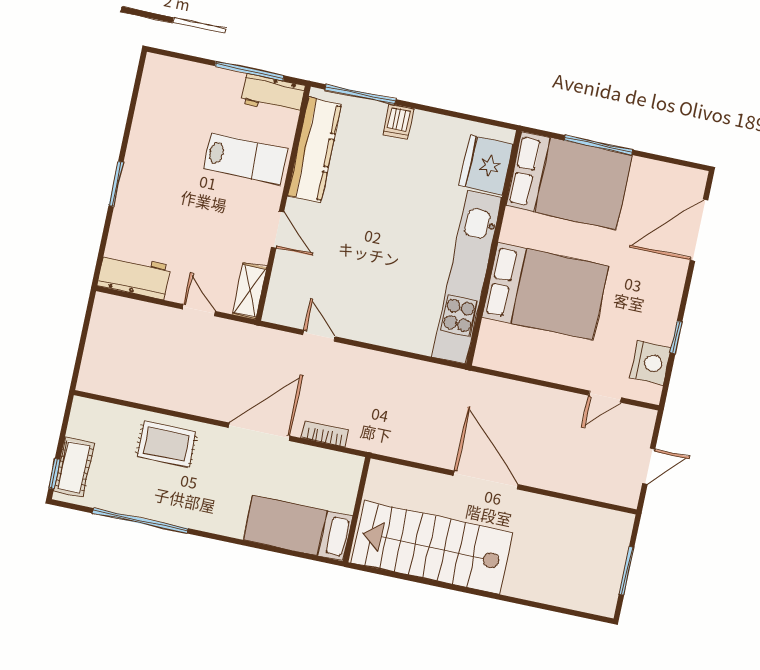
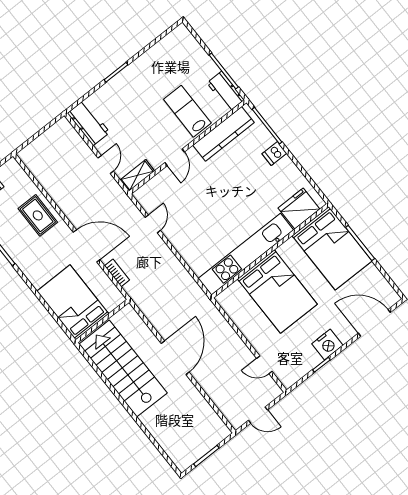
lab bench: (246, 159) -> (187, 111), turned 180
nightstand: (651, 363) -> (327, 345), moved
bed: (298, 528) -> (73, 302), width x1.50

